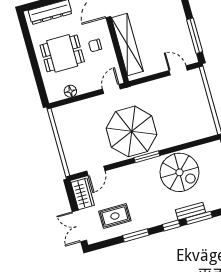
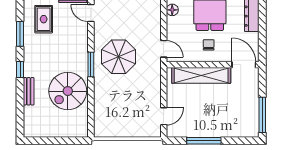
window: (195, 36) -> (204, 141), moved
parasol: (132, 131) -> (119, 57), width x0.73, depth x0.73
window: (199, 218) -> (20, 98), removed

